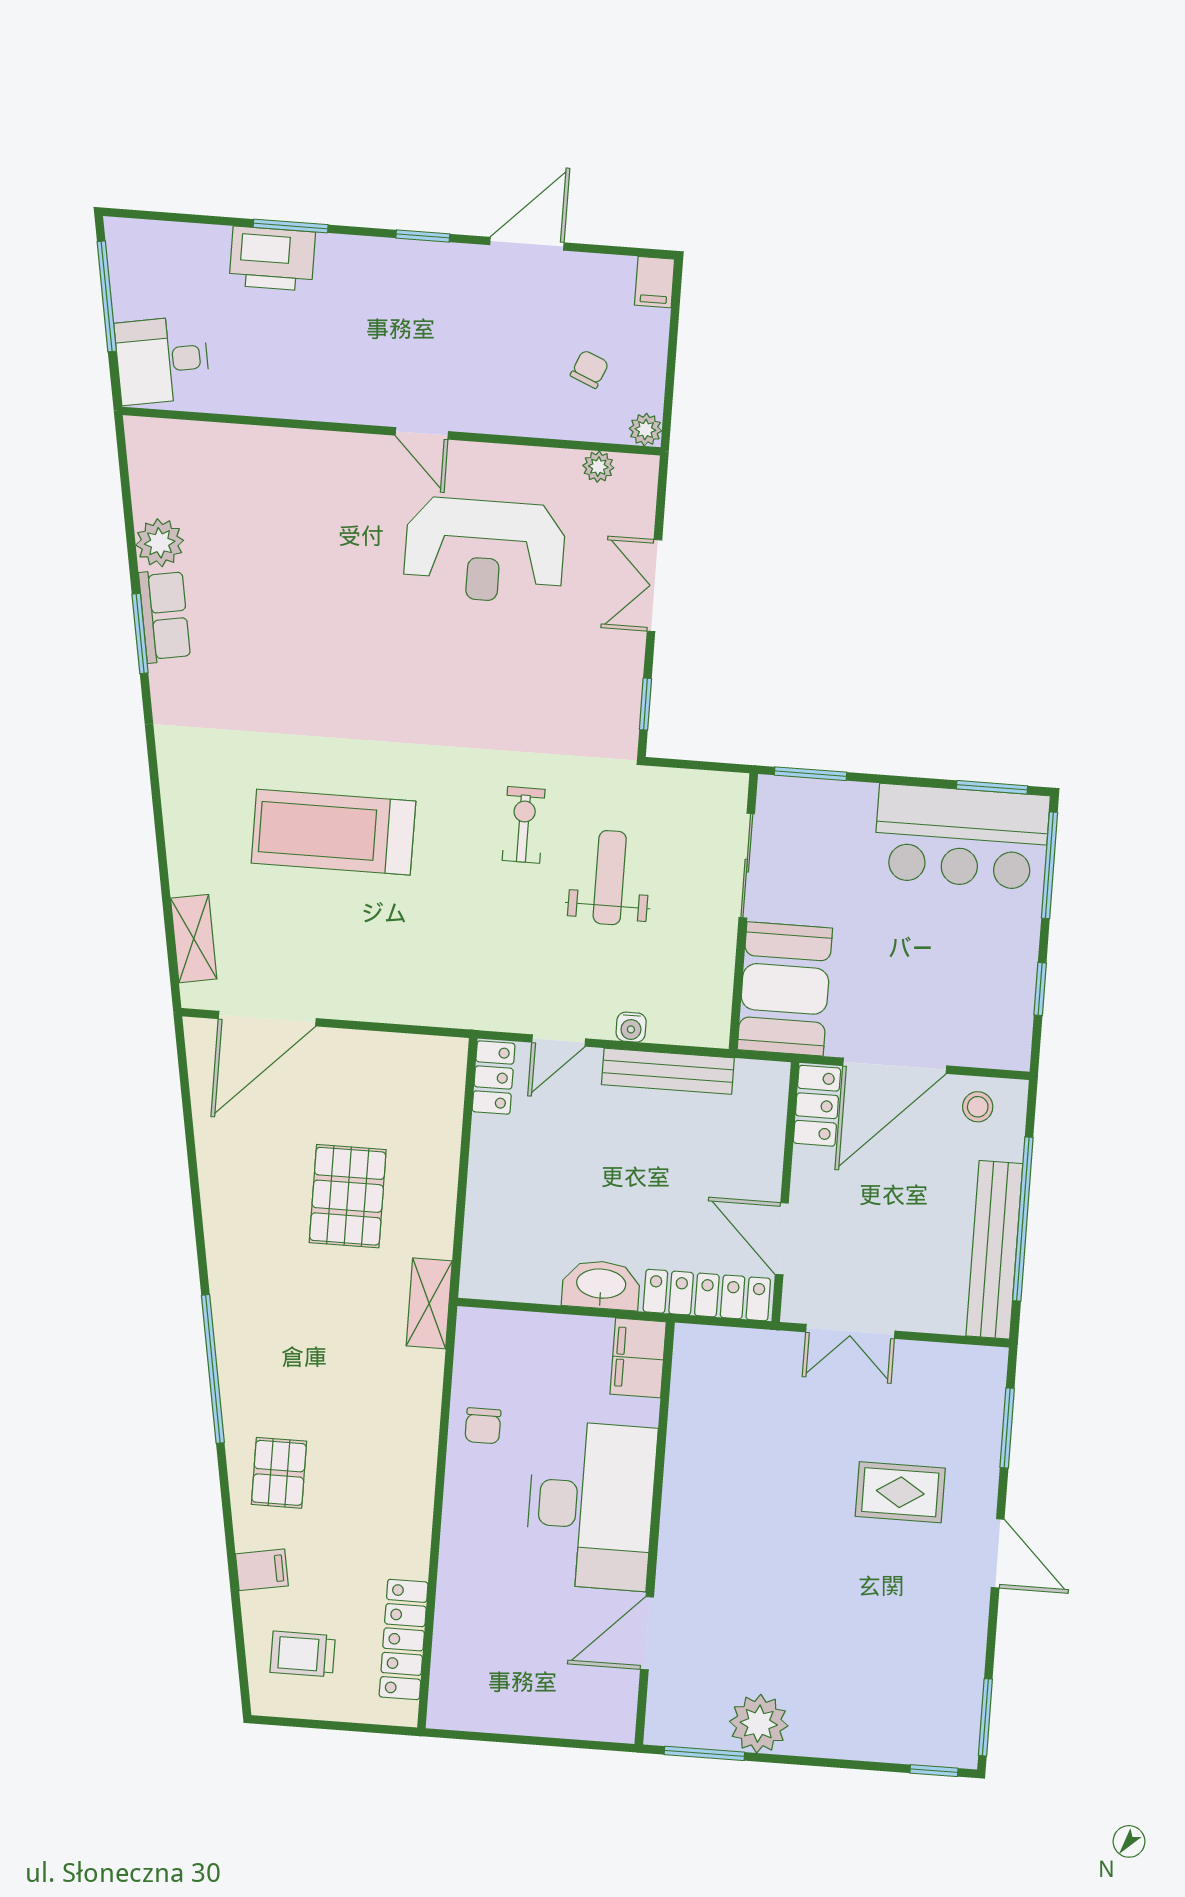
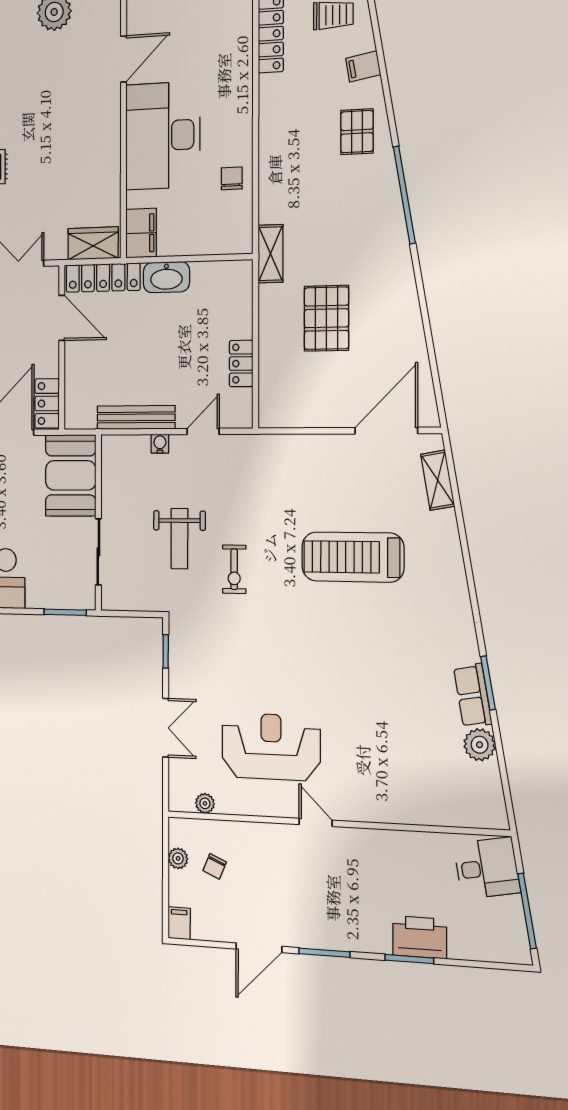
window: (423, 236) -> (324, 953), width x1.50
plant: (645, 430) -> (178, 858), moved
treadmill: (333, 832) -> (353, 557), turned 180
locker: (494, 1077) -> (241, 364), moved
wardrobe: (720, 1351) -> (93, 243), added

